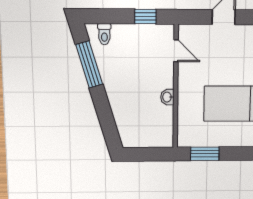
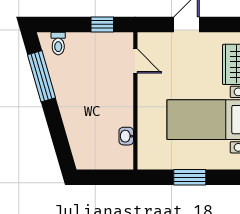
washbasin: (167, 97) -> (126, 136), moved
window: (205, 154) -> (190, 177), moved

